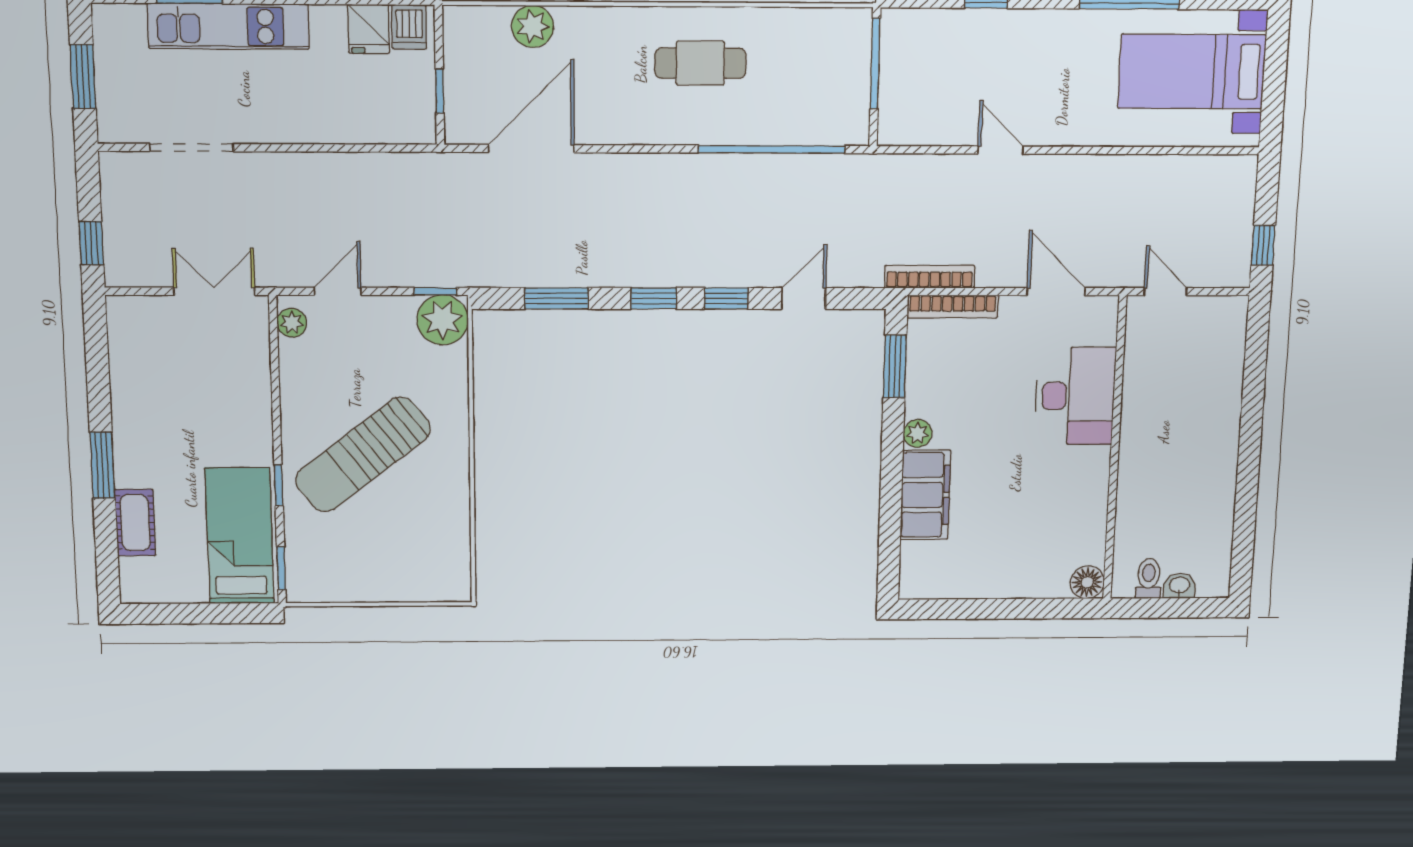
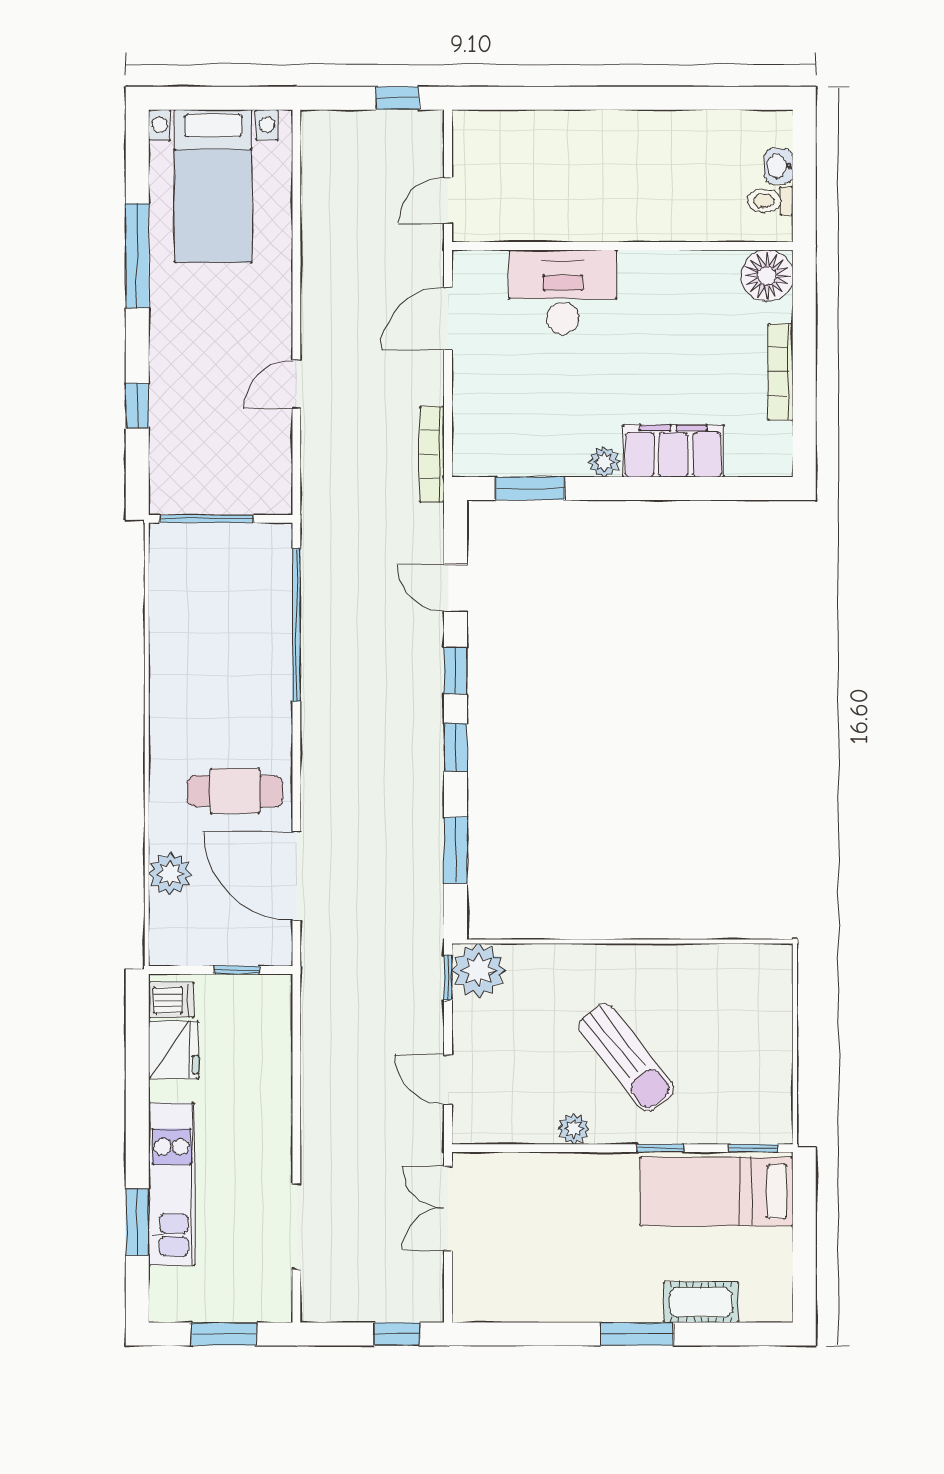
fridge: (369, 29) -> (173, 1050), width x1.38
cafe table: (700, 63) -> (235, 791), moved, turned 90
bookcase: (953, 306) -> (781, 372), moved, turned 180
plant: (292, 323) -> (574, 1129), moved
sun lounger: (363, 455) -> (626, 1058), width x0.73, depth x0.75
floor lamp: (1087, 582) -> (767, 276), width x1.38, depth x1.38

